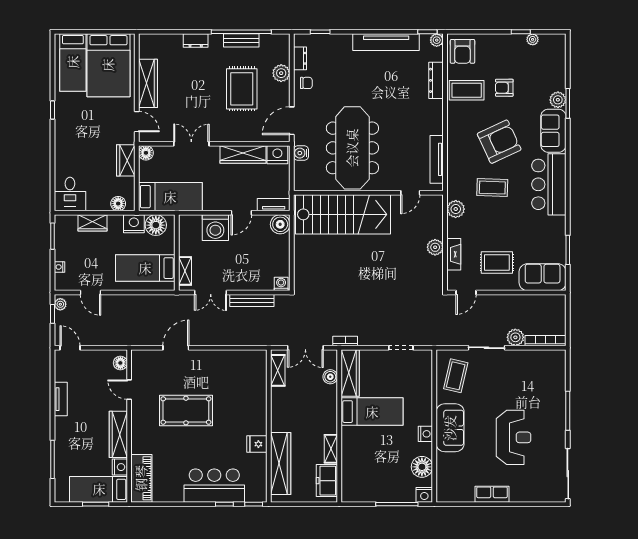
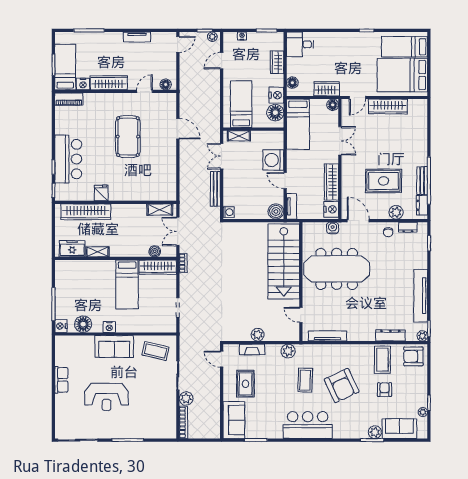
dresser: (196, 41) -> (422, 205), moved
sofa: (553, 131) -> (399, 429), moved
piano: (141, 478) -> (69, 99), width x0.73, depth x0.75

